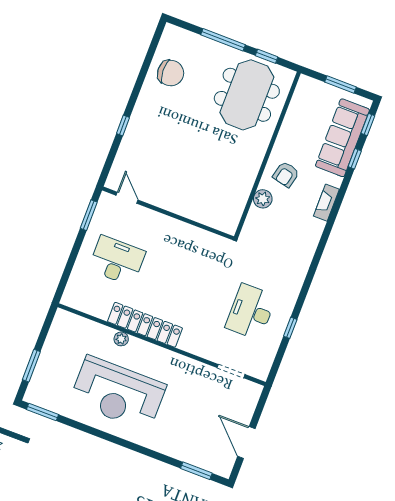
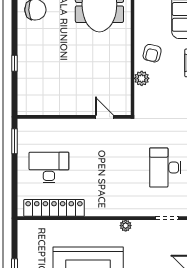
door: (127, 198) -> (104, 117), moved
locker: (145, 325) -> (54, 208), moved
plant: (121, 339) -> (126, 226), moved

